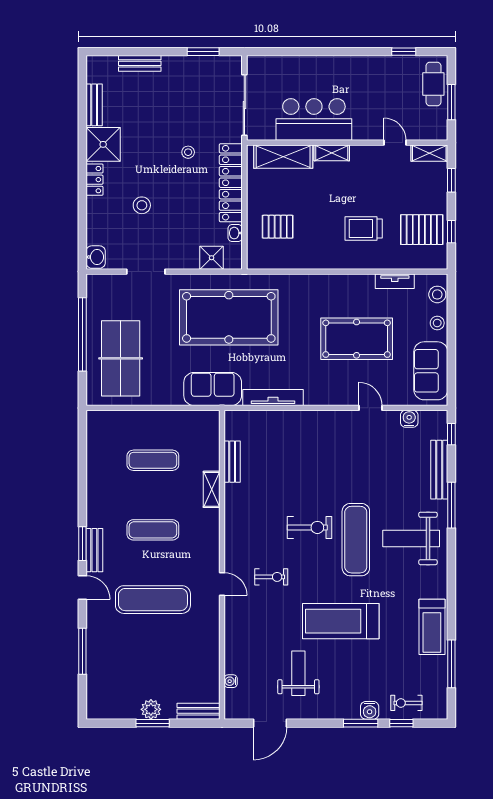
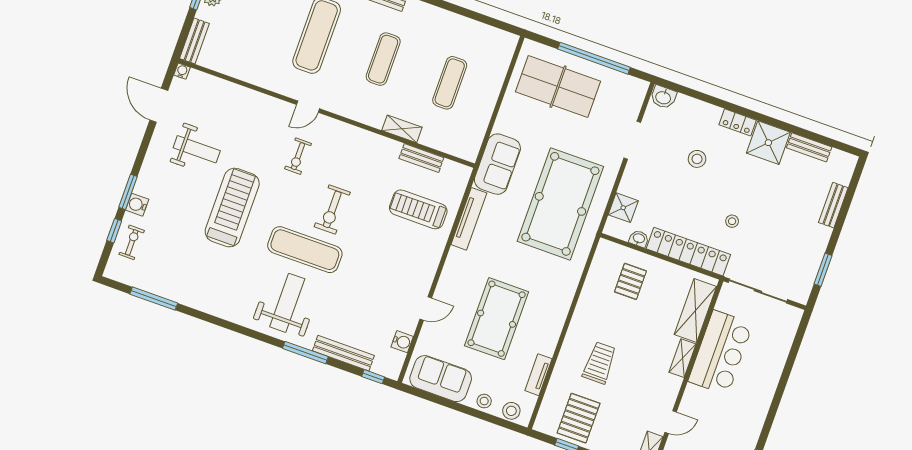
treadmill: (432, 627) -> (418, 209), moved
water cooler: (231, 681) -> (182, 71), moved

